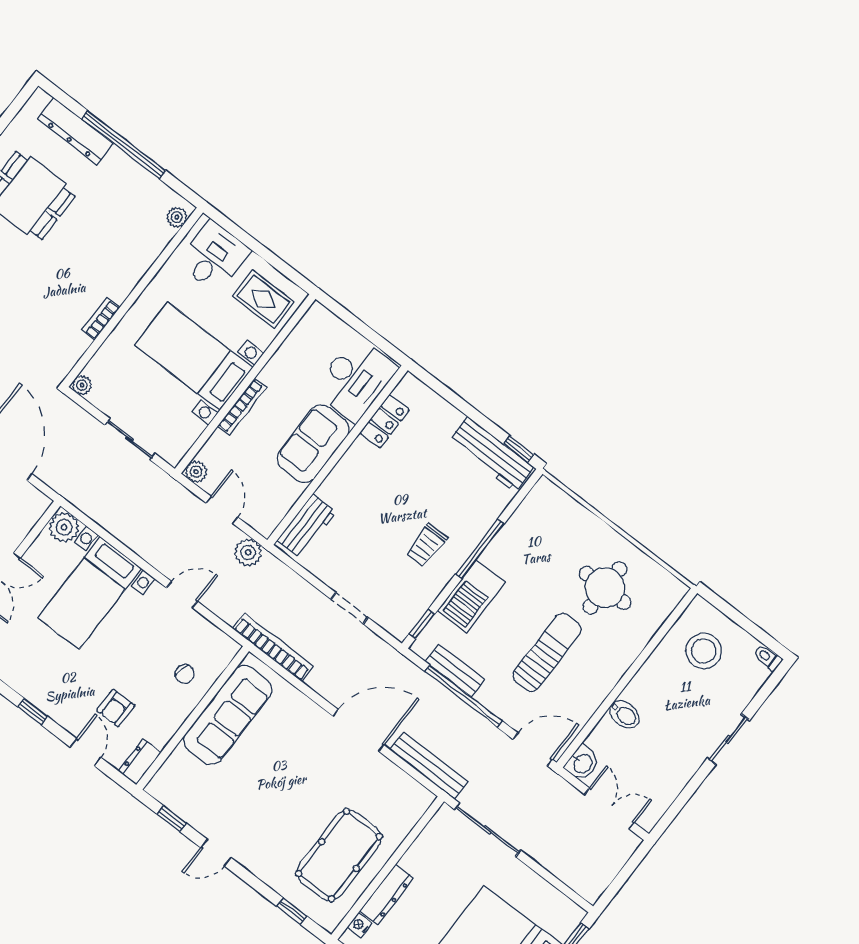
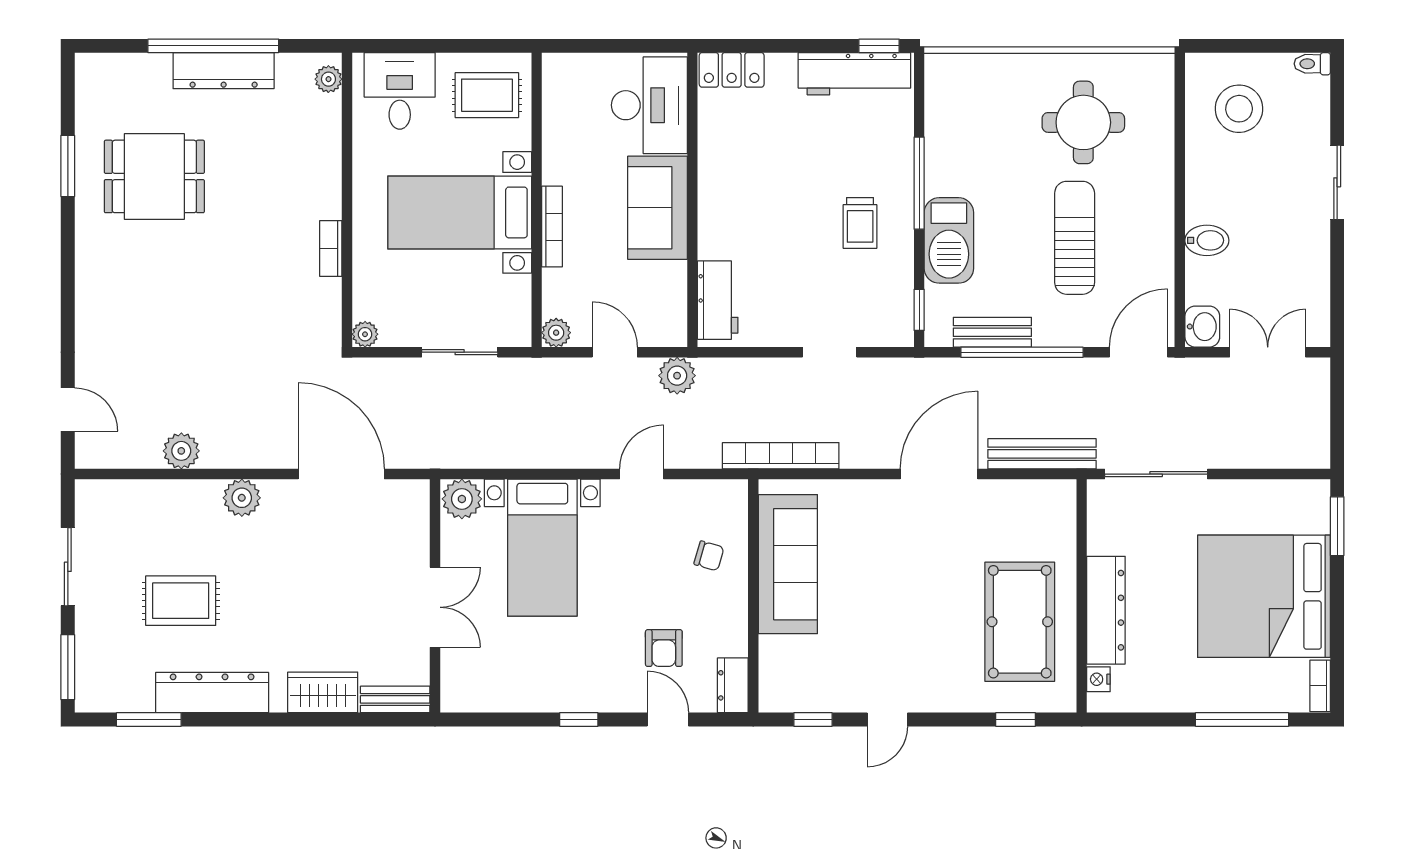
dresser: (76, 131) -> (224, 71), moved
locker: (385, 421) -> (732, 70), moved, turned 90
dresser: (387, 894) -> (1106, 610), width x1.37, depth x1.24

